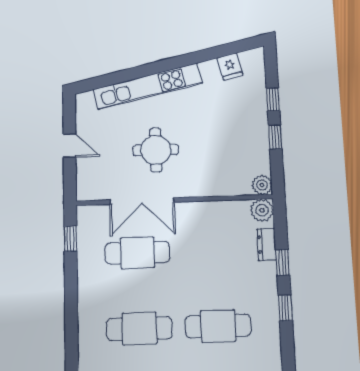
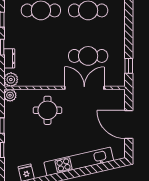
door: (70, 146) -> (129, 125), width x1.88
round table: (156, 150) -> (47, 110), moved

